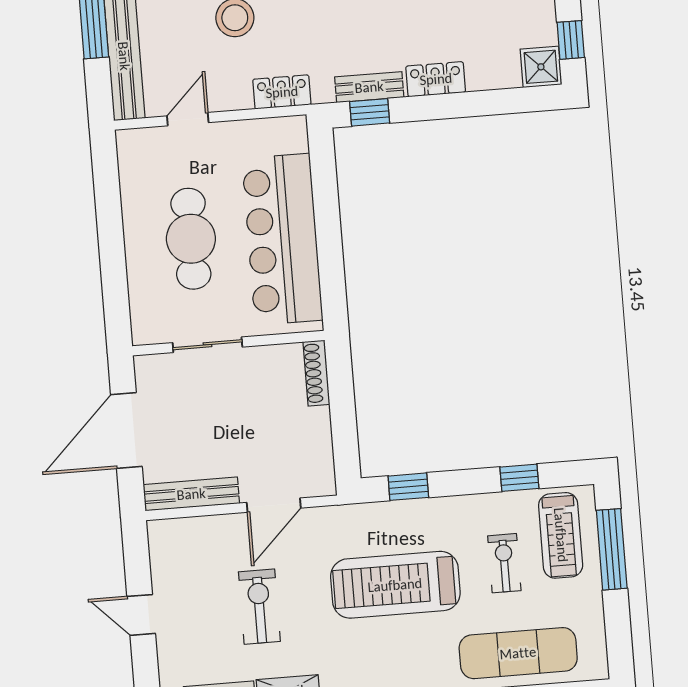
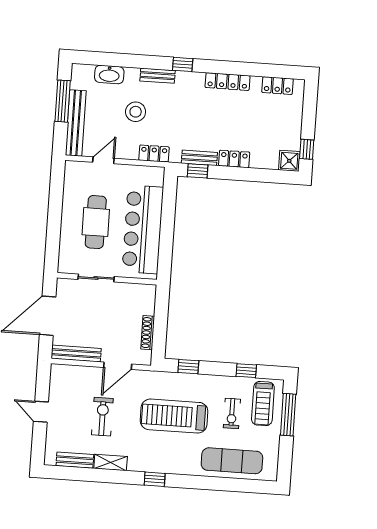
shoe rack: (316, 373) -> (148, 333), moved
exercise bike: (504, 563) -> (232, 413), turned 180

